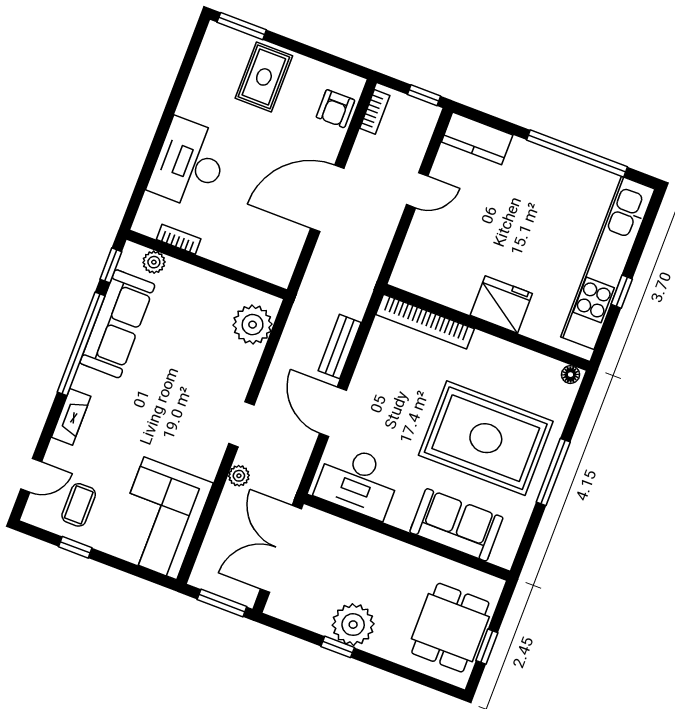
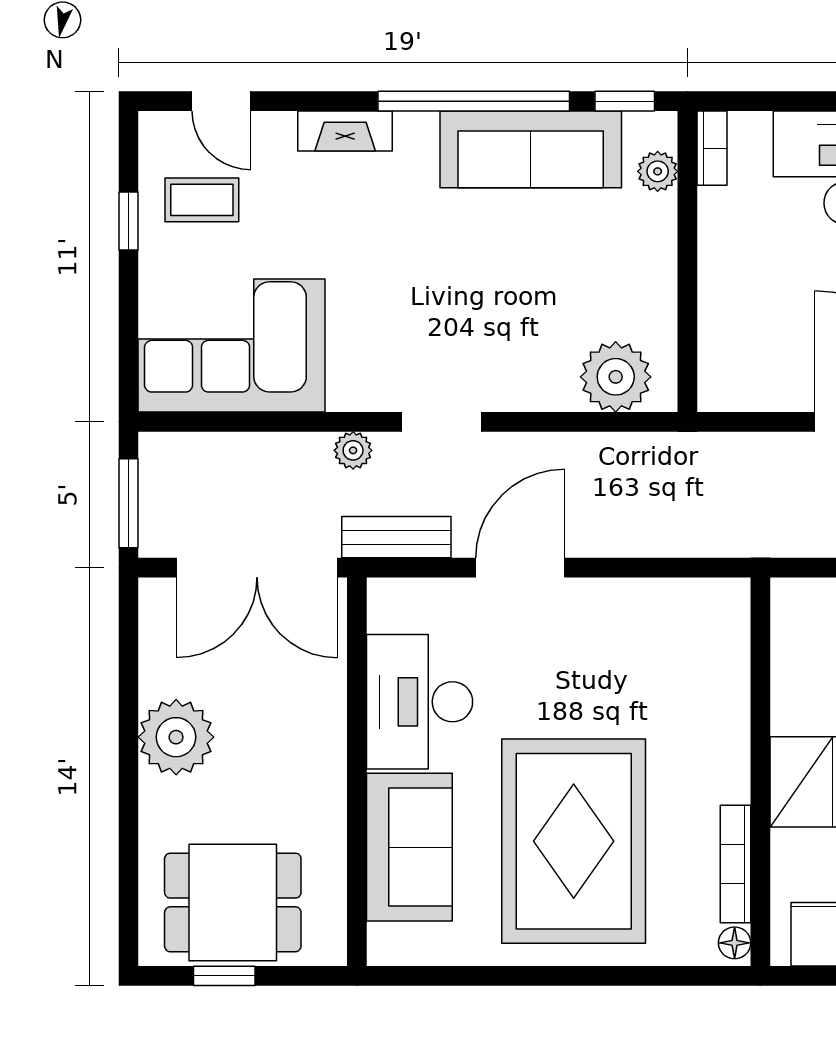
bookcase: (179, 239) -> (712, 148), moved
bookcase: (425, 322) -> (735, 864), moved, width x0.68, depth x0.76
bench: (340, 347) -> (396, 537), moved
window: (553, 472) -> (560, 976), removed
desk: (358, 481) -> (420, 702), moved
double door: (281, 549) -> (257, 568), swing flipped
window: (338, 647) -> (129, 725), removed

